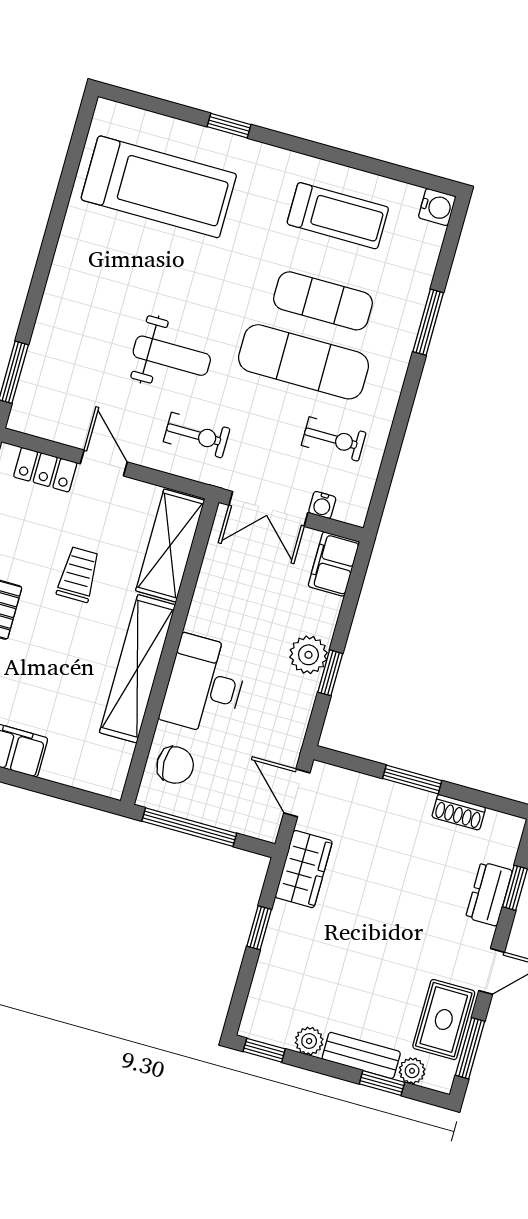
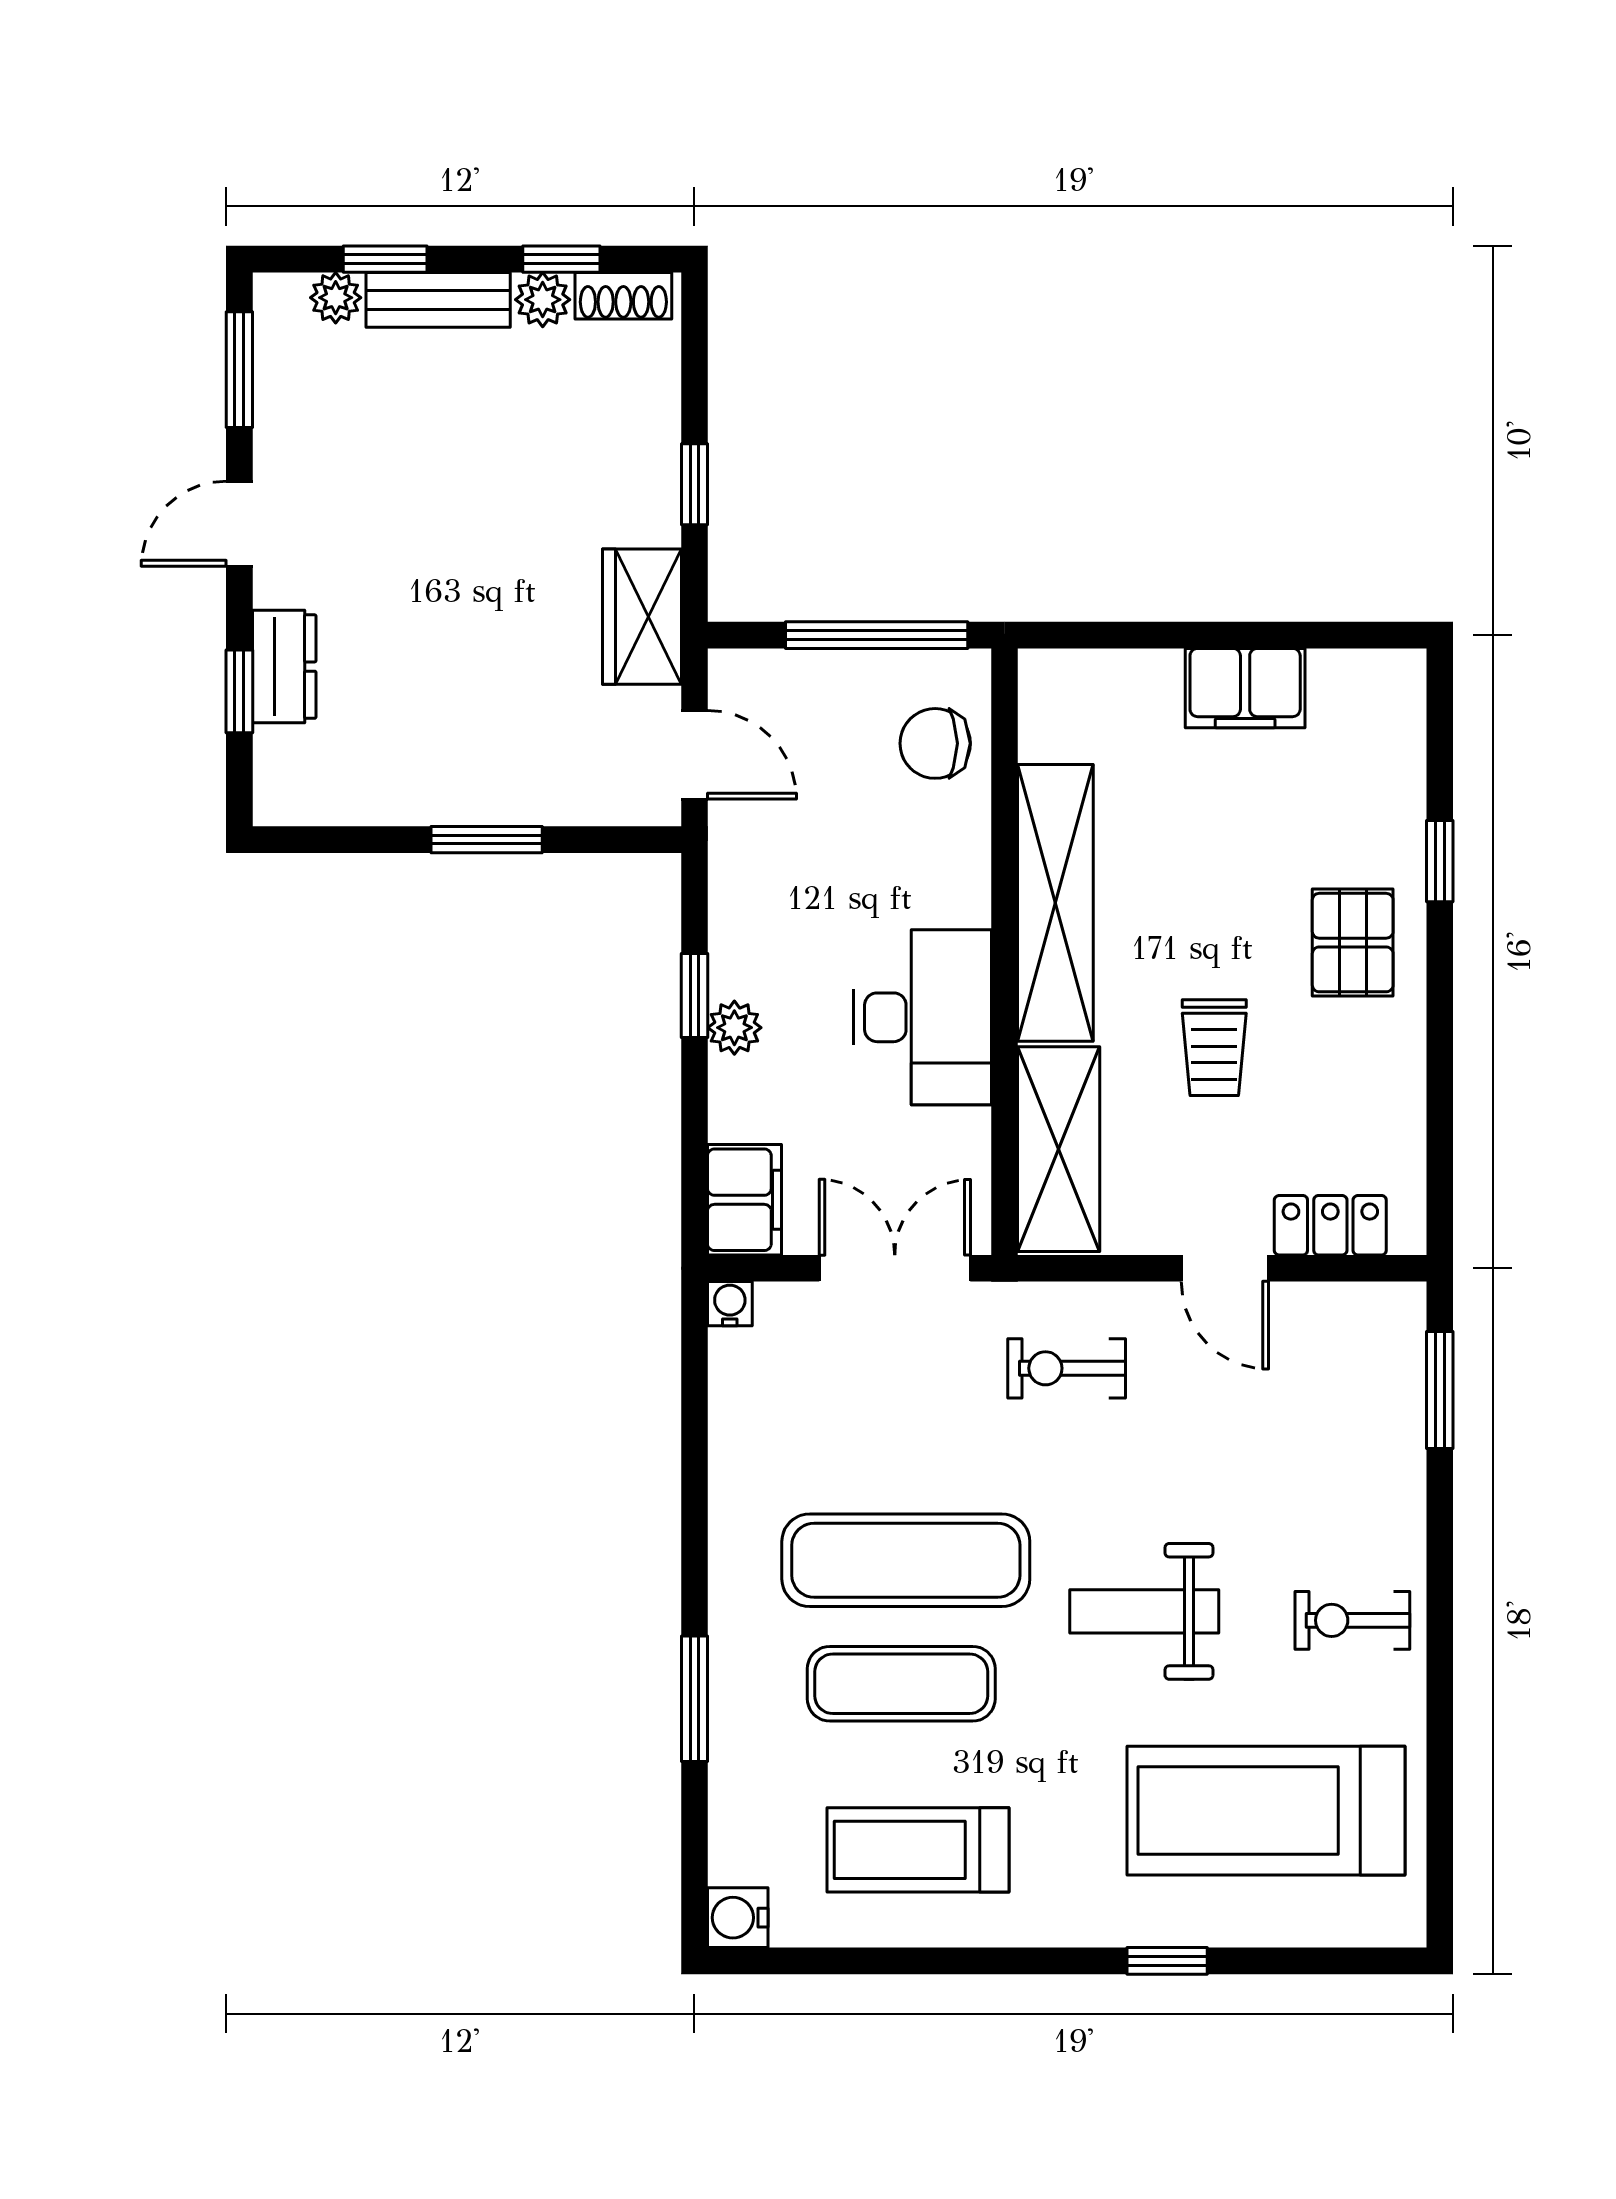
weight bench: (172, 356) -> (1144, 1611), moved
exercise bike: (334, 439) -> (1352, 1620), moved
water cooler: (322, 505) -> (730, 1304), moved
plant: (308, 655) -> (734, 1028), width x0.73, depth x0.73
desk: (204, 685) -> (922, 1017), moved
shoe rack: (459, 812) -> (623, 296), moved, turned 180
rug: (444, 1020) -> (303, 409), removed
window: (264, 1050) -> (561, 259), moved

